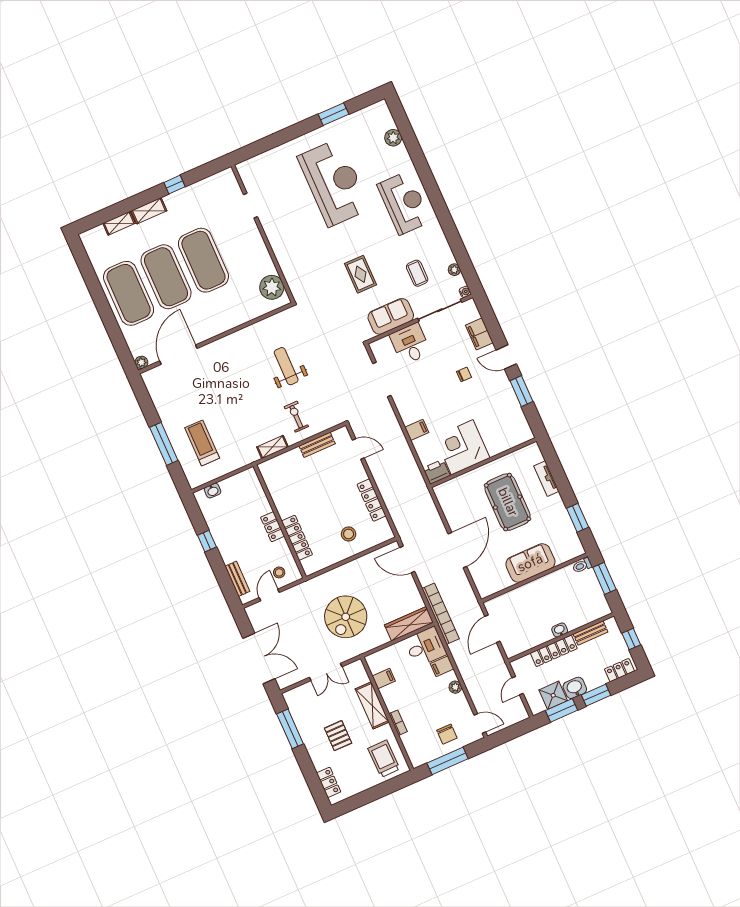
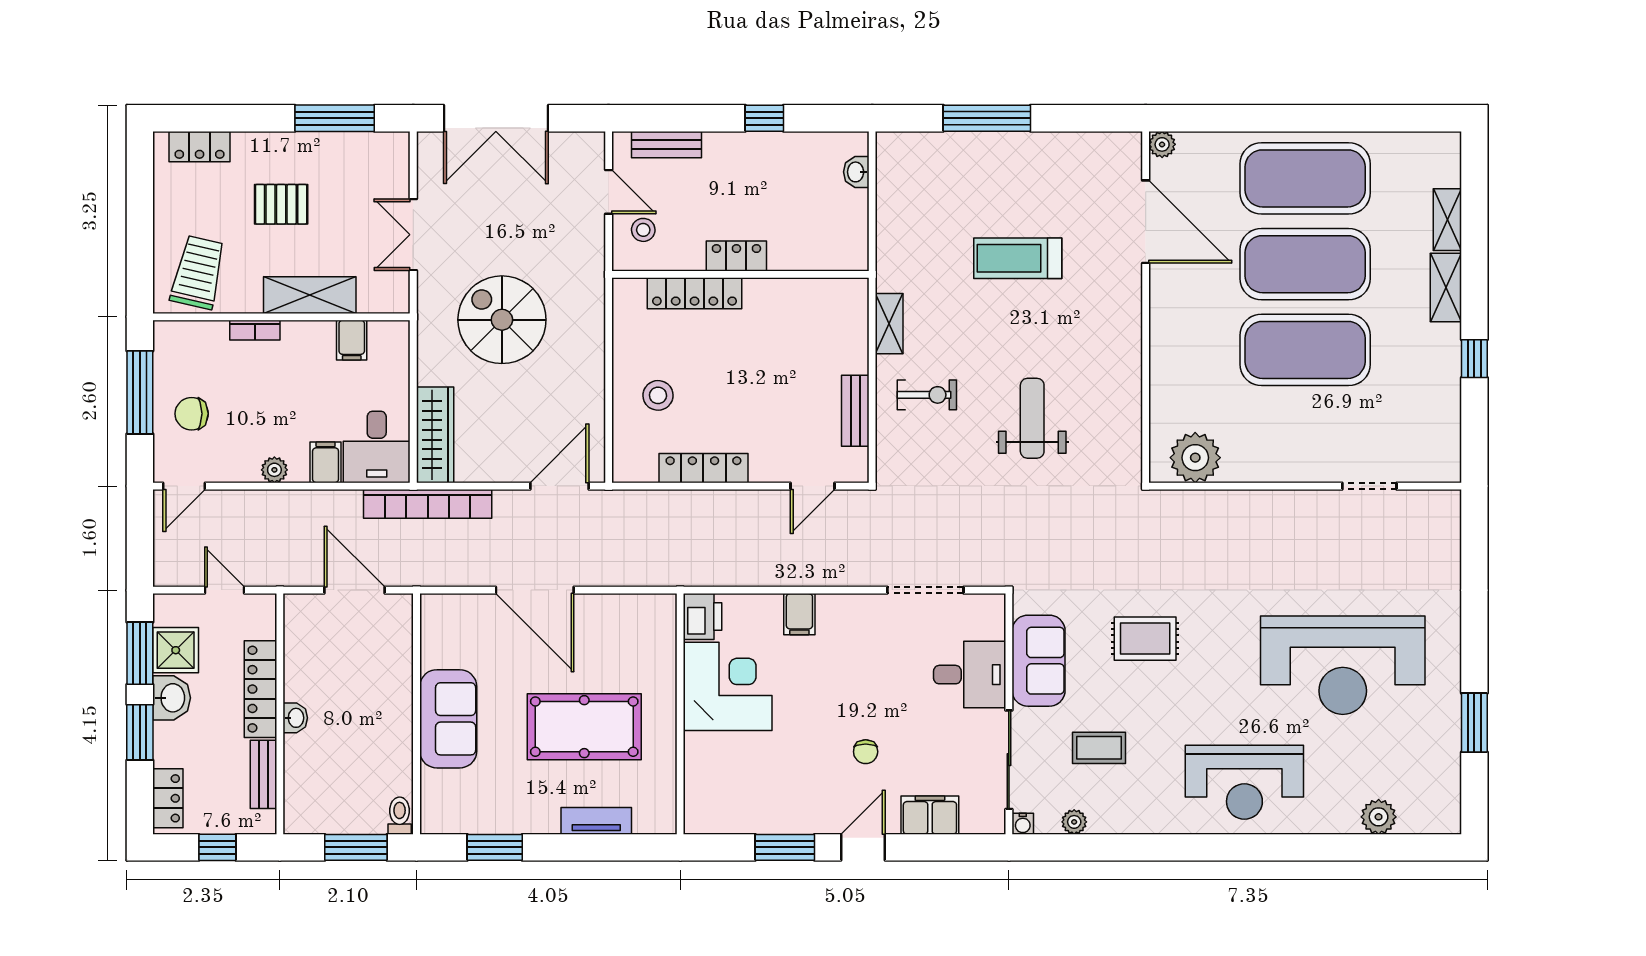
weight bench: (286, 366) -> (1032, 418), turned -90
treadmill: (202, 443) -> (1018, 258), moved, turned 180
trolley: (384, 759) -> (198, 272), turned -76

